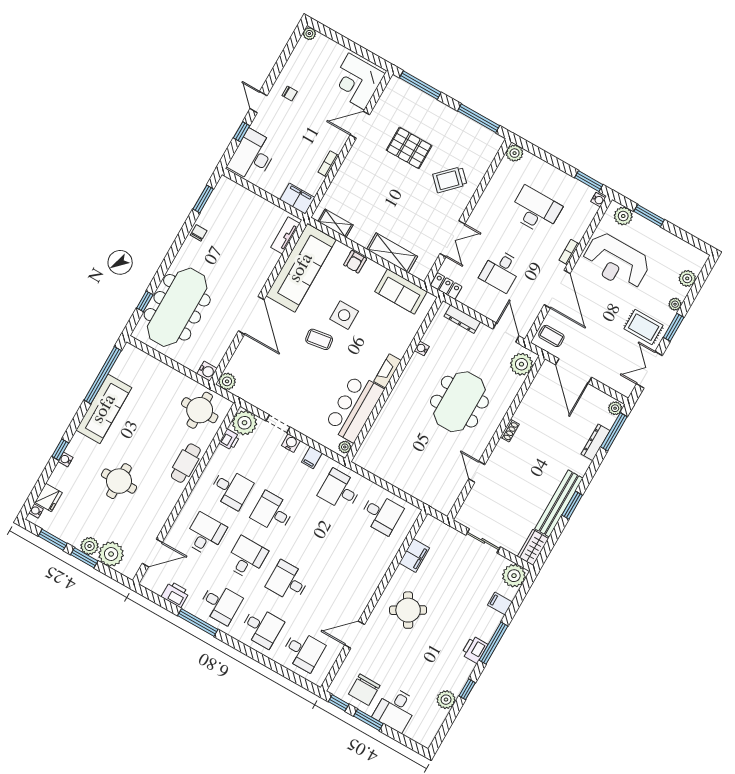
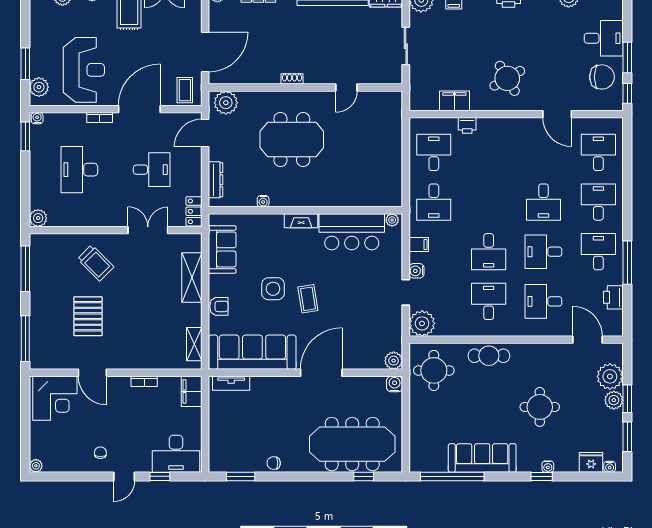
printer: (229, 440) -> (467, 125), moved, turned 180

